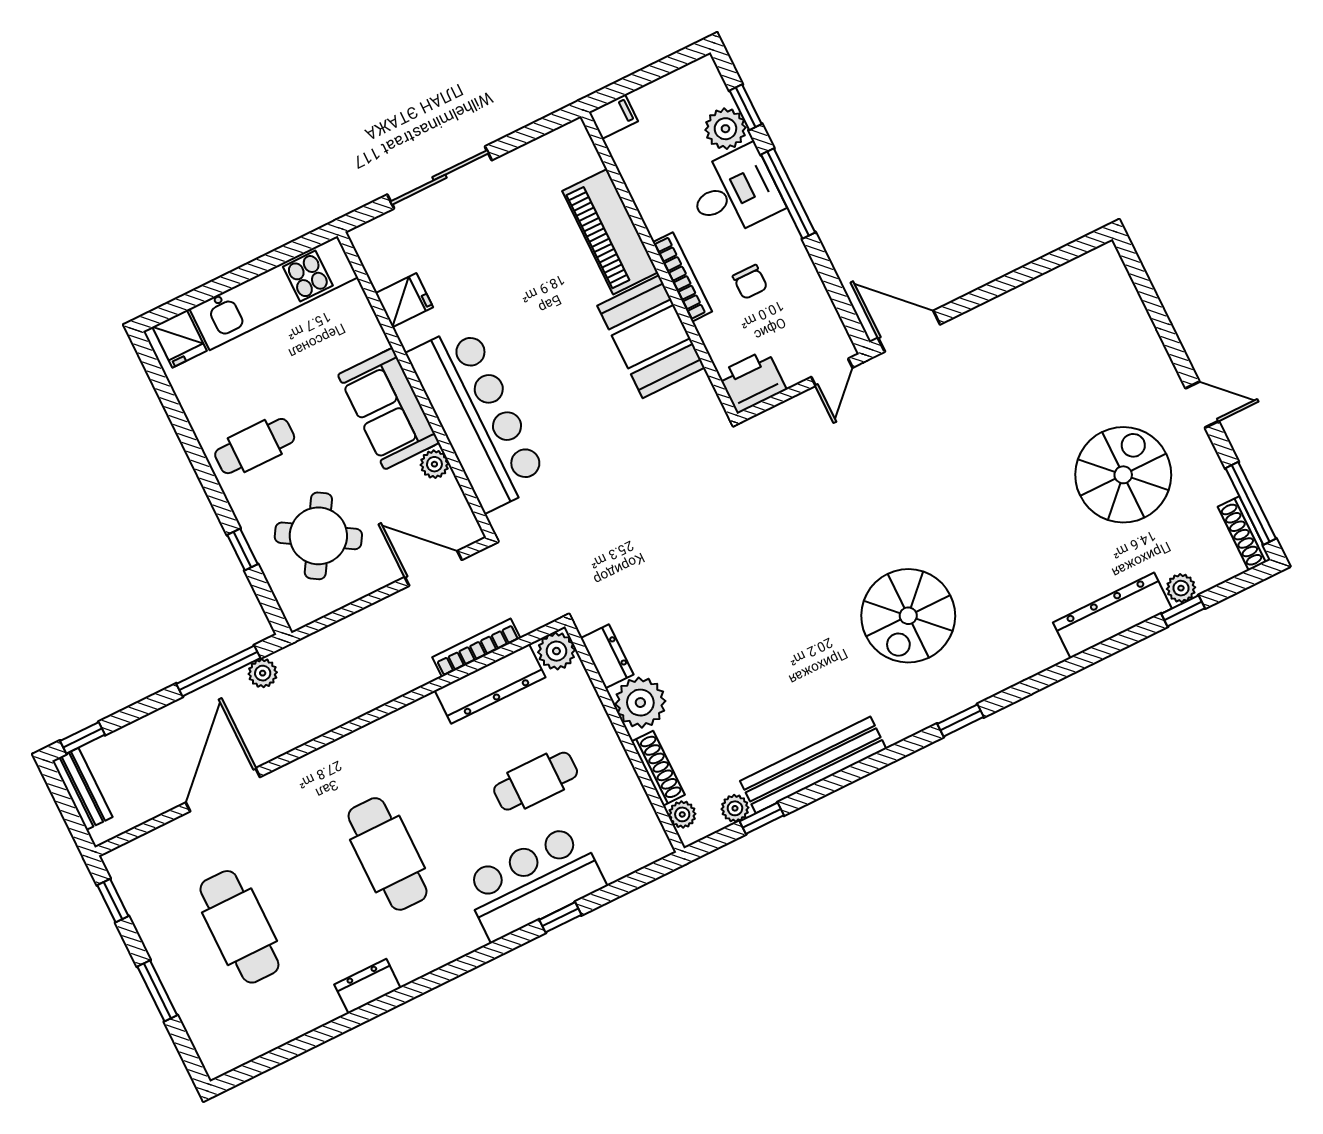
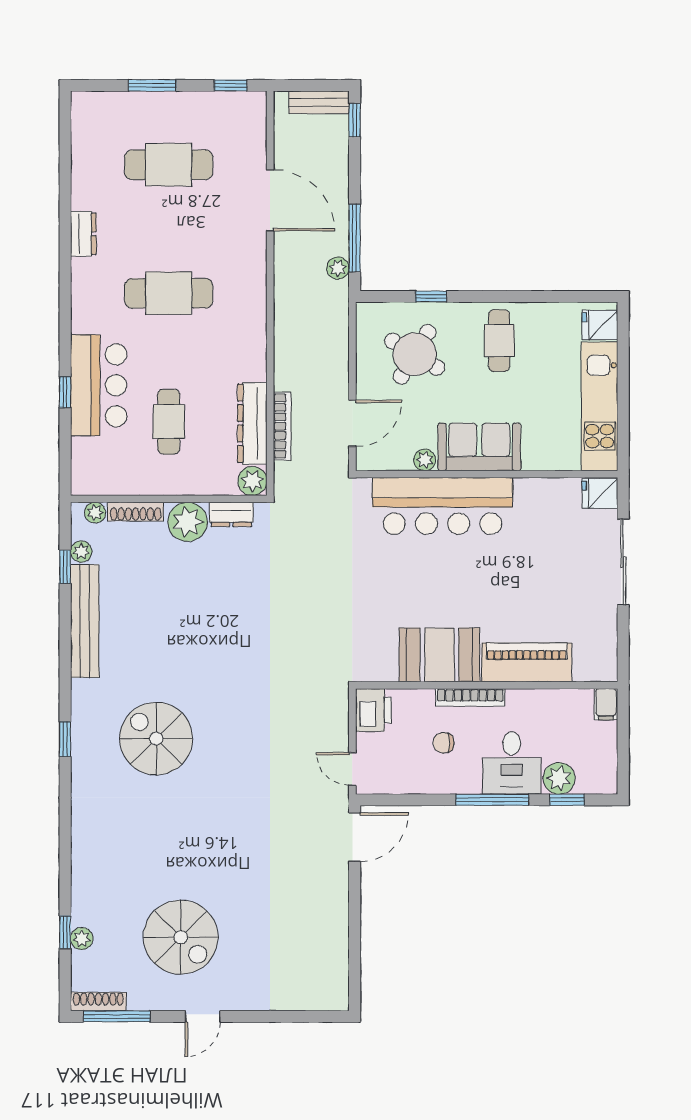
fridge: (404, 300) -> (600, 493), moved, turned 90
dresser: (1112, 615) -> (86, 881), removed

